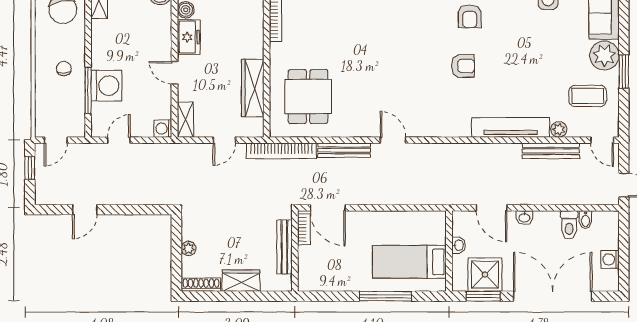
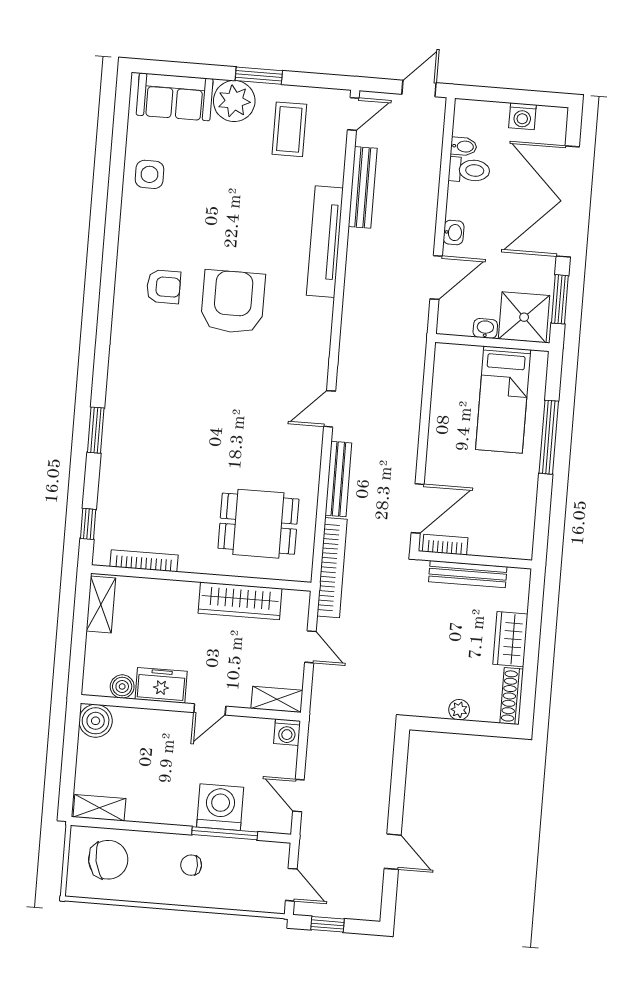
armchair: (463, 66) -> (233, 302), width x1.88, depth x1.88
plant: (559, 129) -> (333, 174), removed
shower: (485, 275) -> (524, 317), moved

